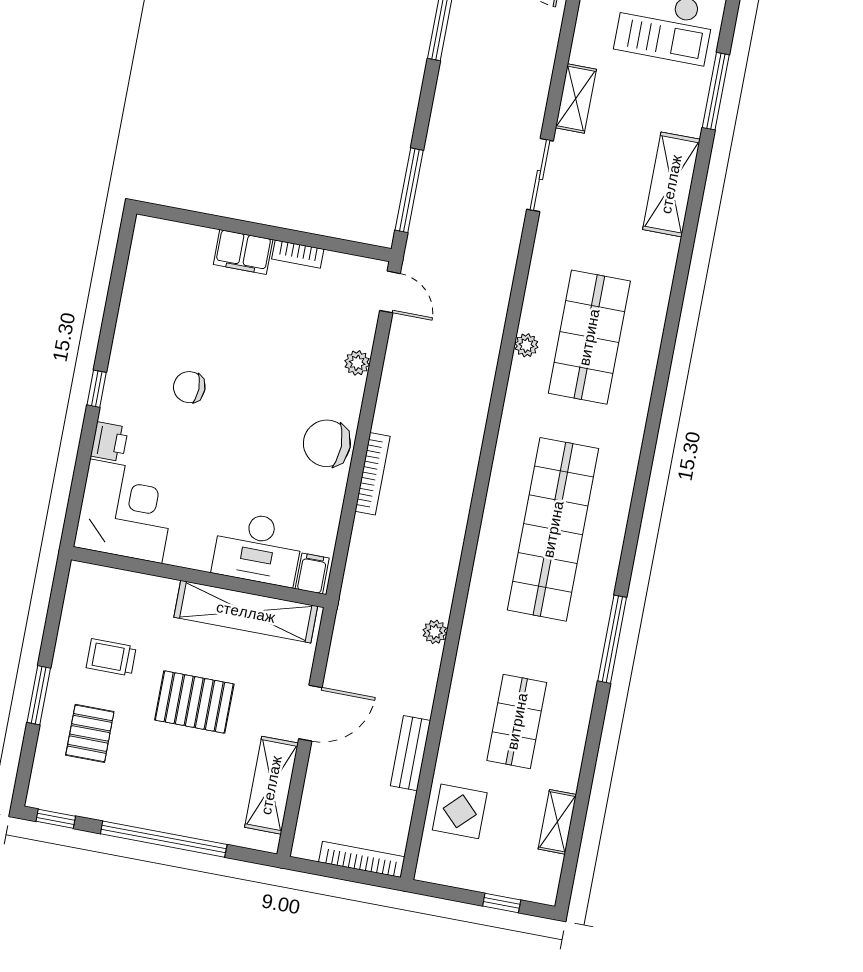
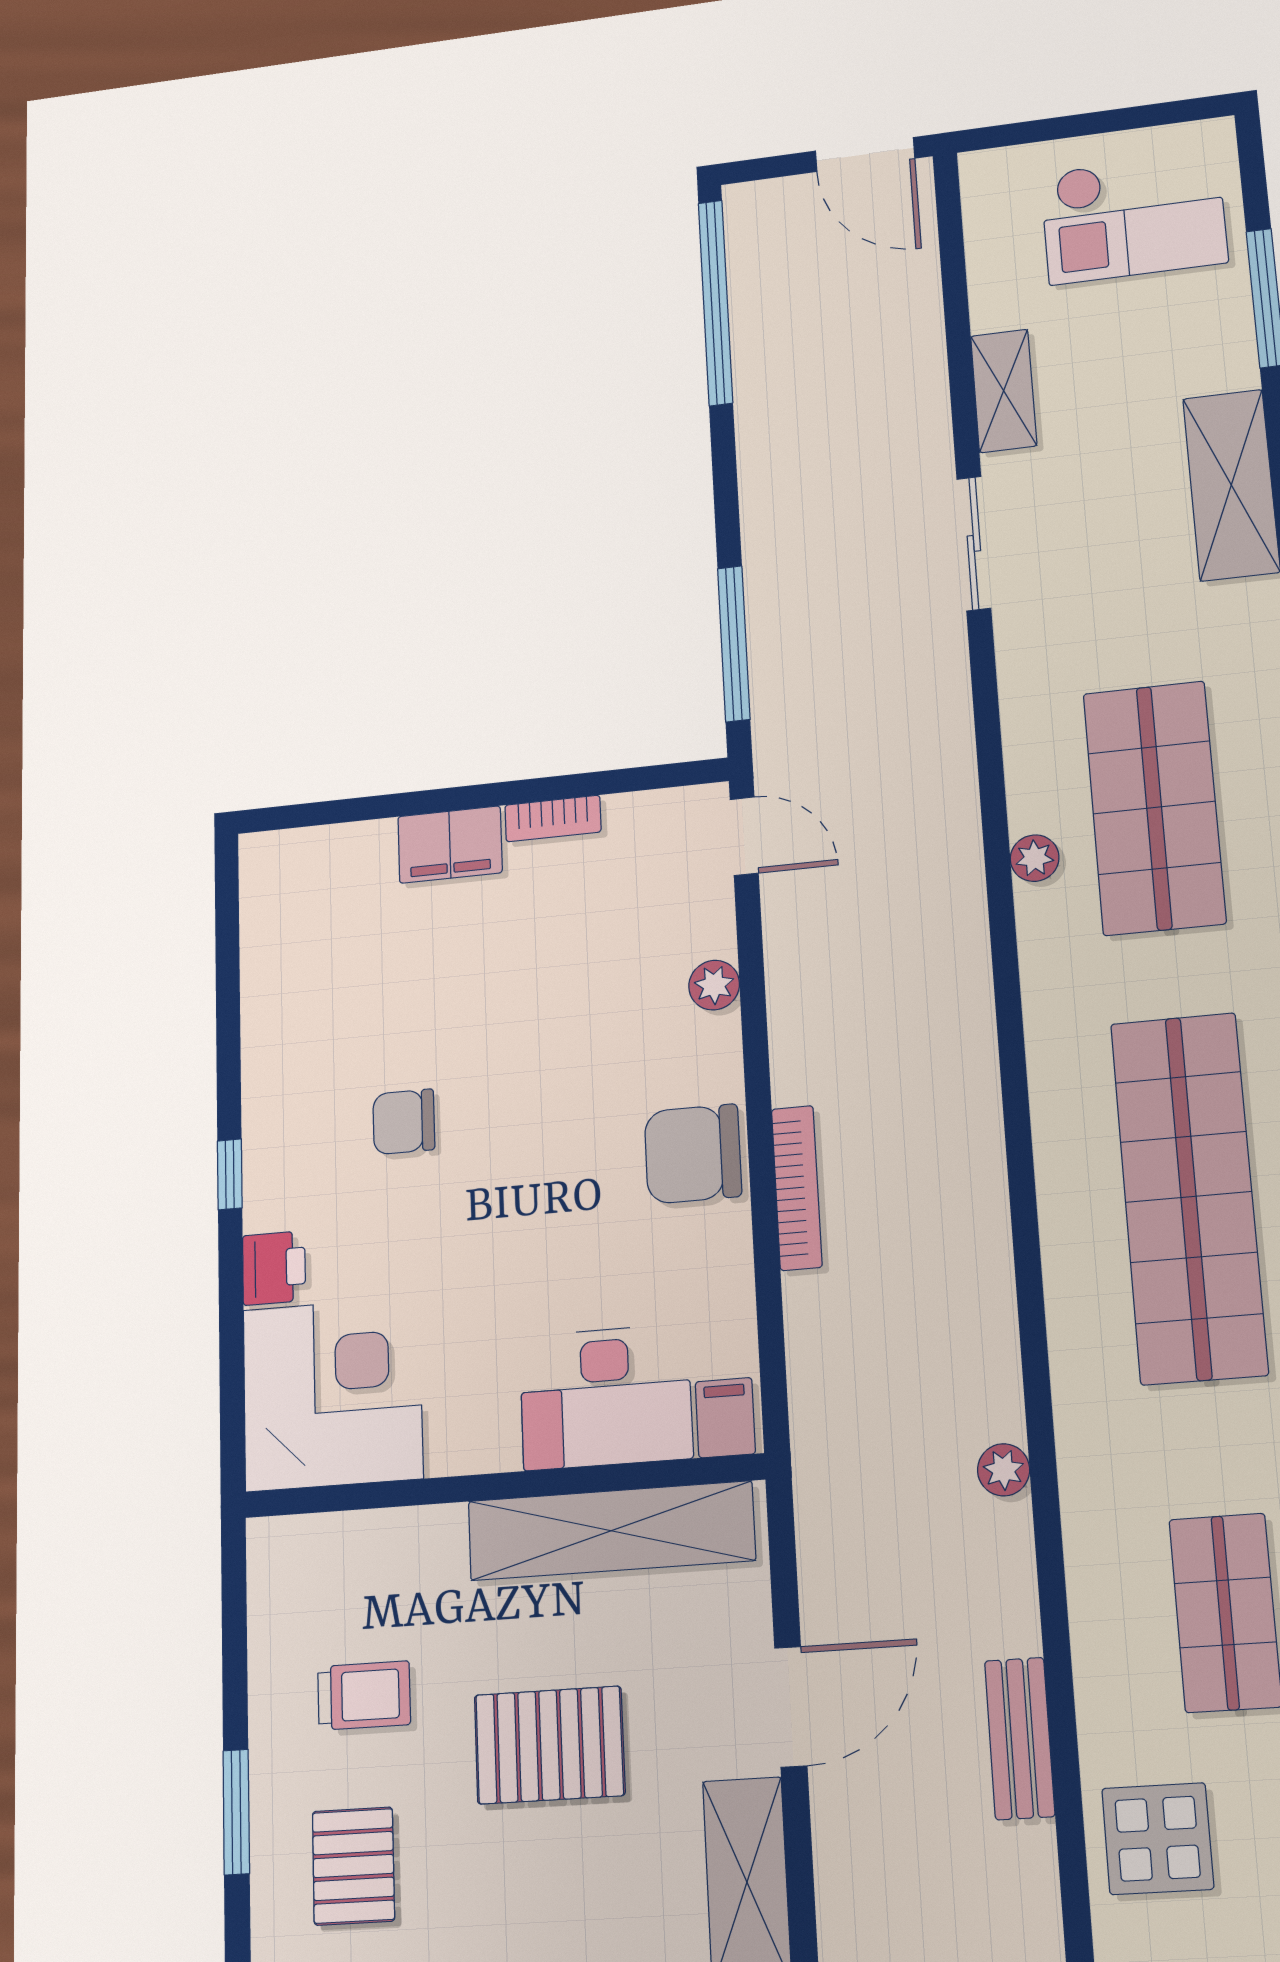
trolley: (111, 657) -> (364, 1695), turned 180

